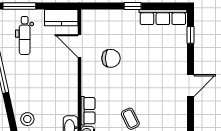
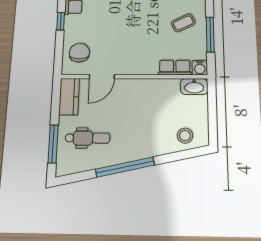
chair: (111, 58) -> (79, 53), moved

